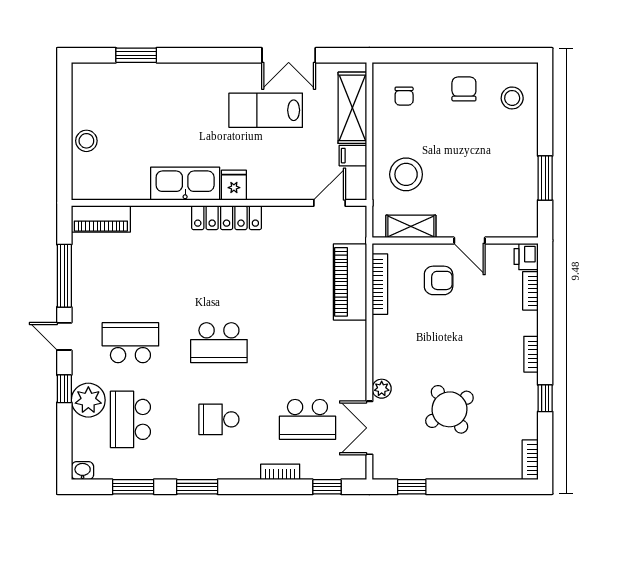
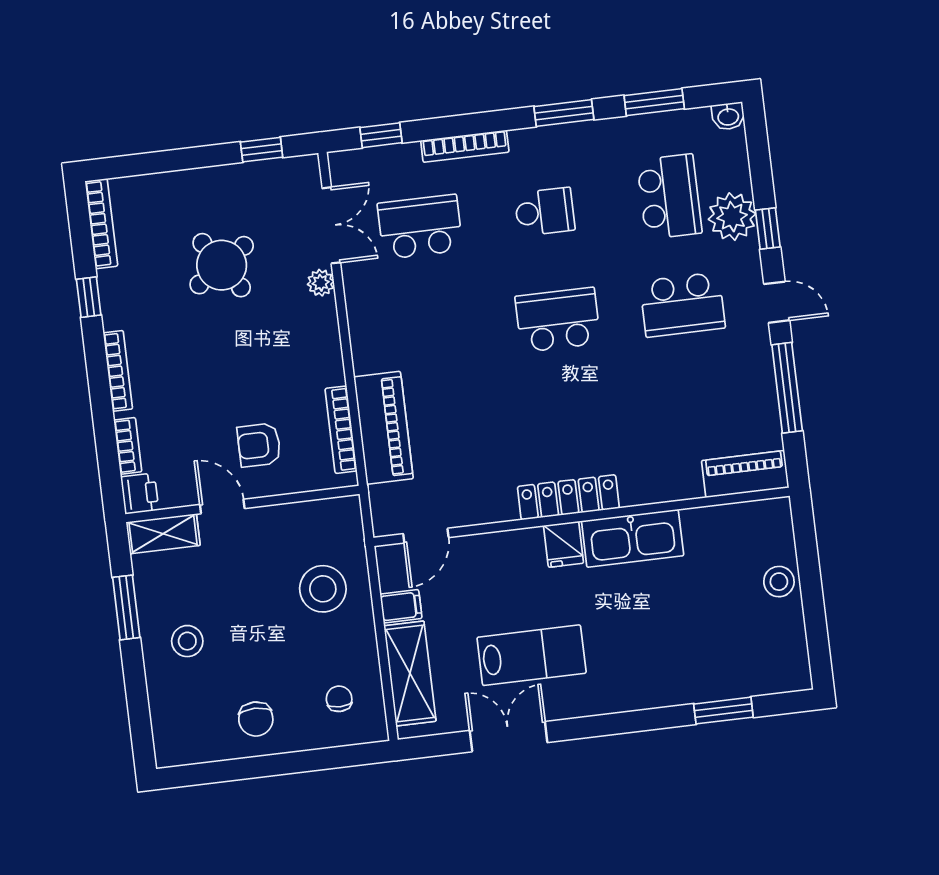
stool: (512, 98) -> (187, 641), moved
shelving: (411, 226) -> (163, 534), moved
bookcase: (531, 354) -> (118, 371), width x1.56
bookcase: (530, 460) -> (101, 224), width x1.56
bookcase: (280, 472) -> (465, 146), width x1.56

